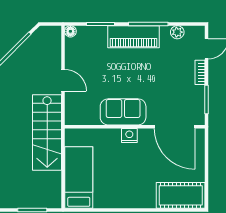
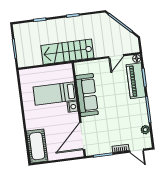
piano: (133, 37) -> (136, 81), moved
door: (63, 80) -> (116, 56), moved
sofa: (123, 112) -> (87, 95), width x1.36
bed: (79, 177) -> (55, 94), moved, turned 180

